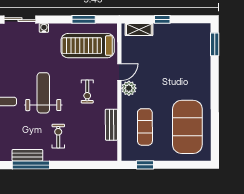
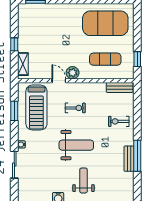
weight bench: (43, 93) -> (76, 145), turned 180
bench: (111, 125) -> (120, 87), moved
exercise bike: (58, 136) -> (119, 121), moved

